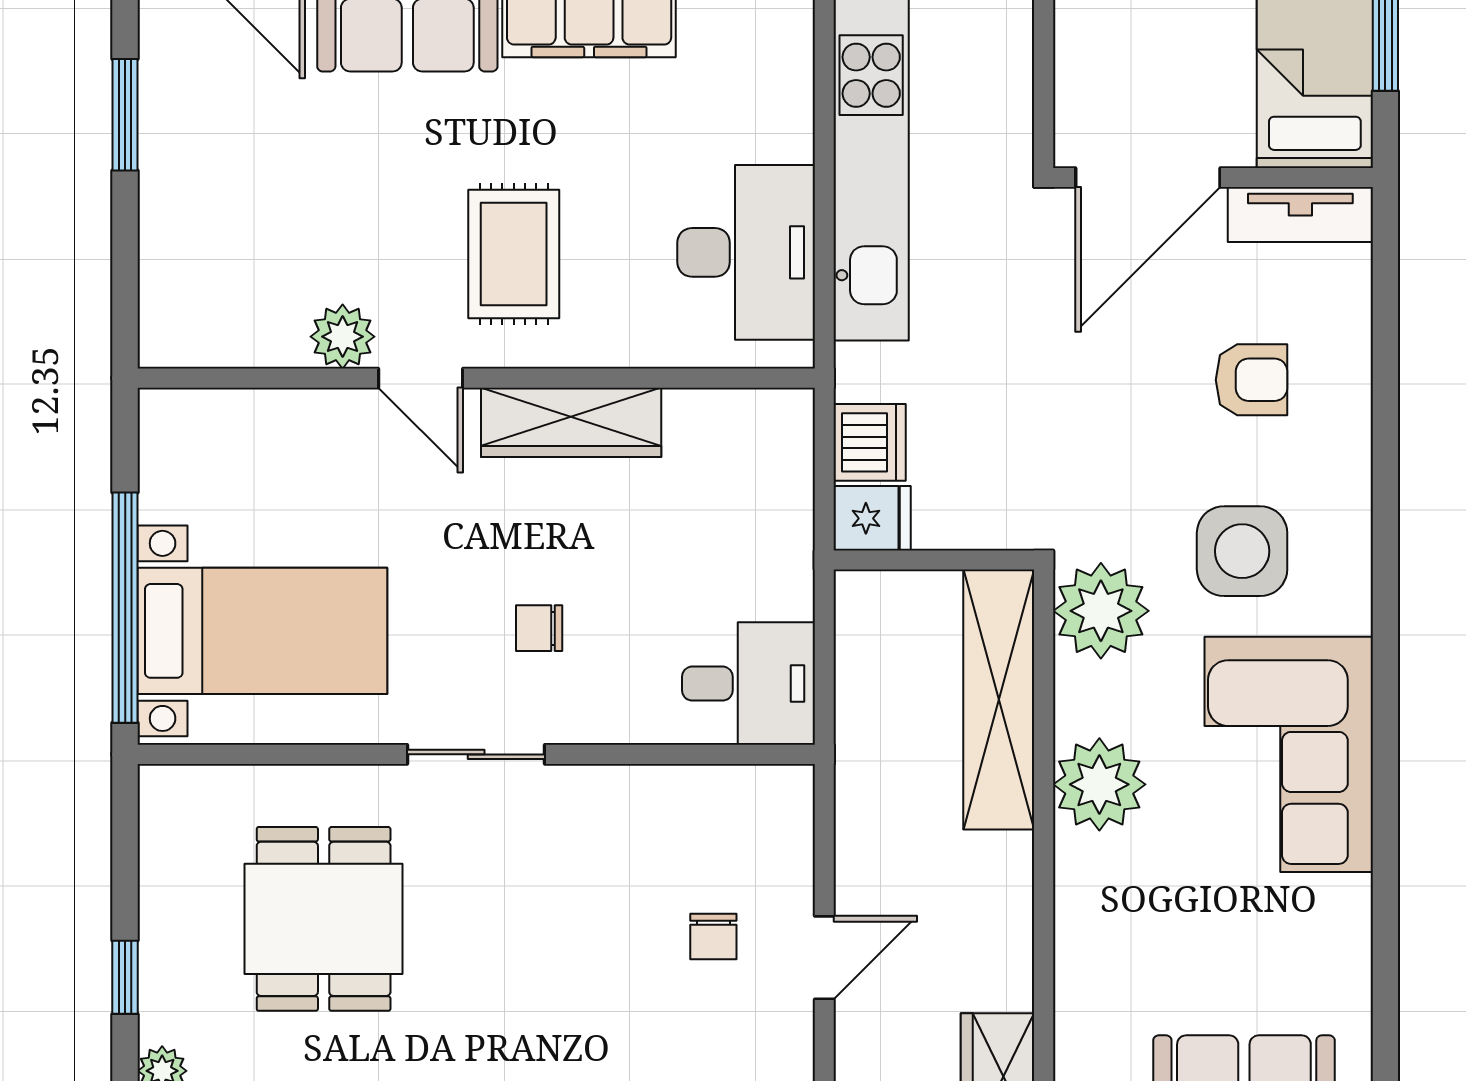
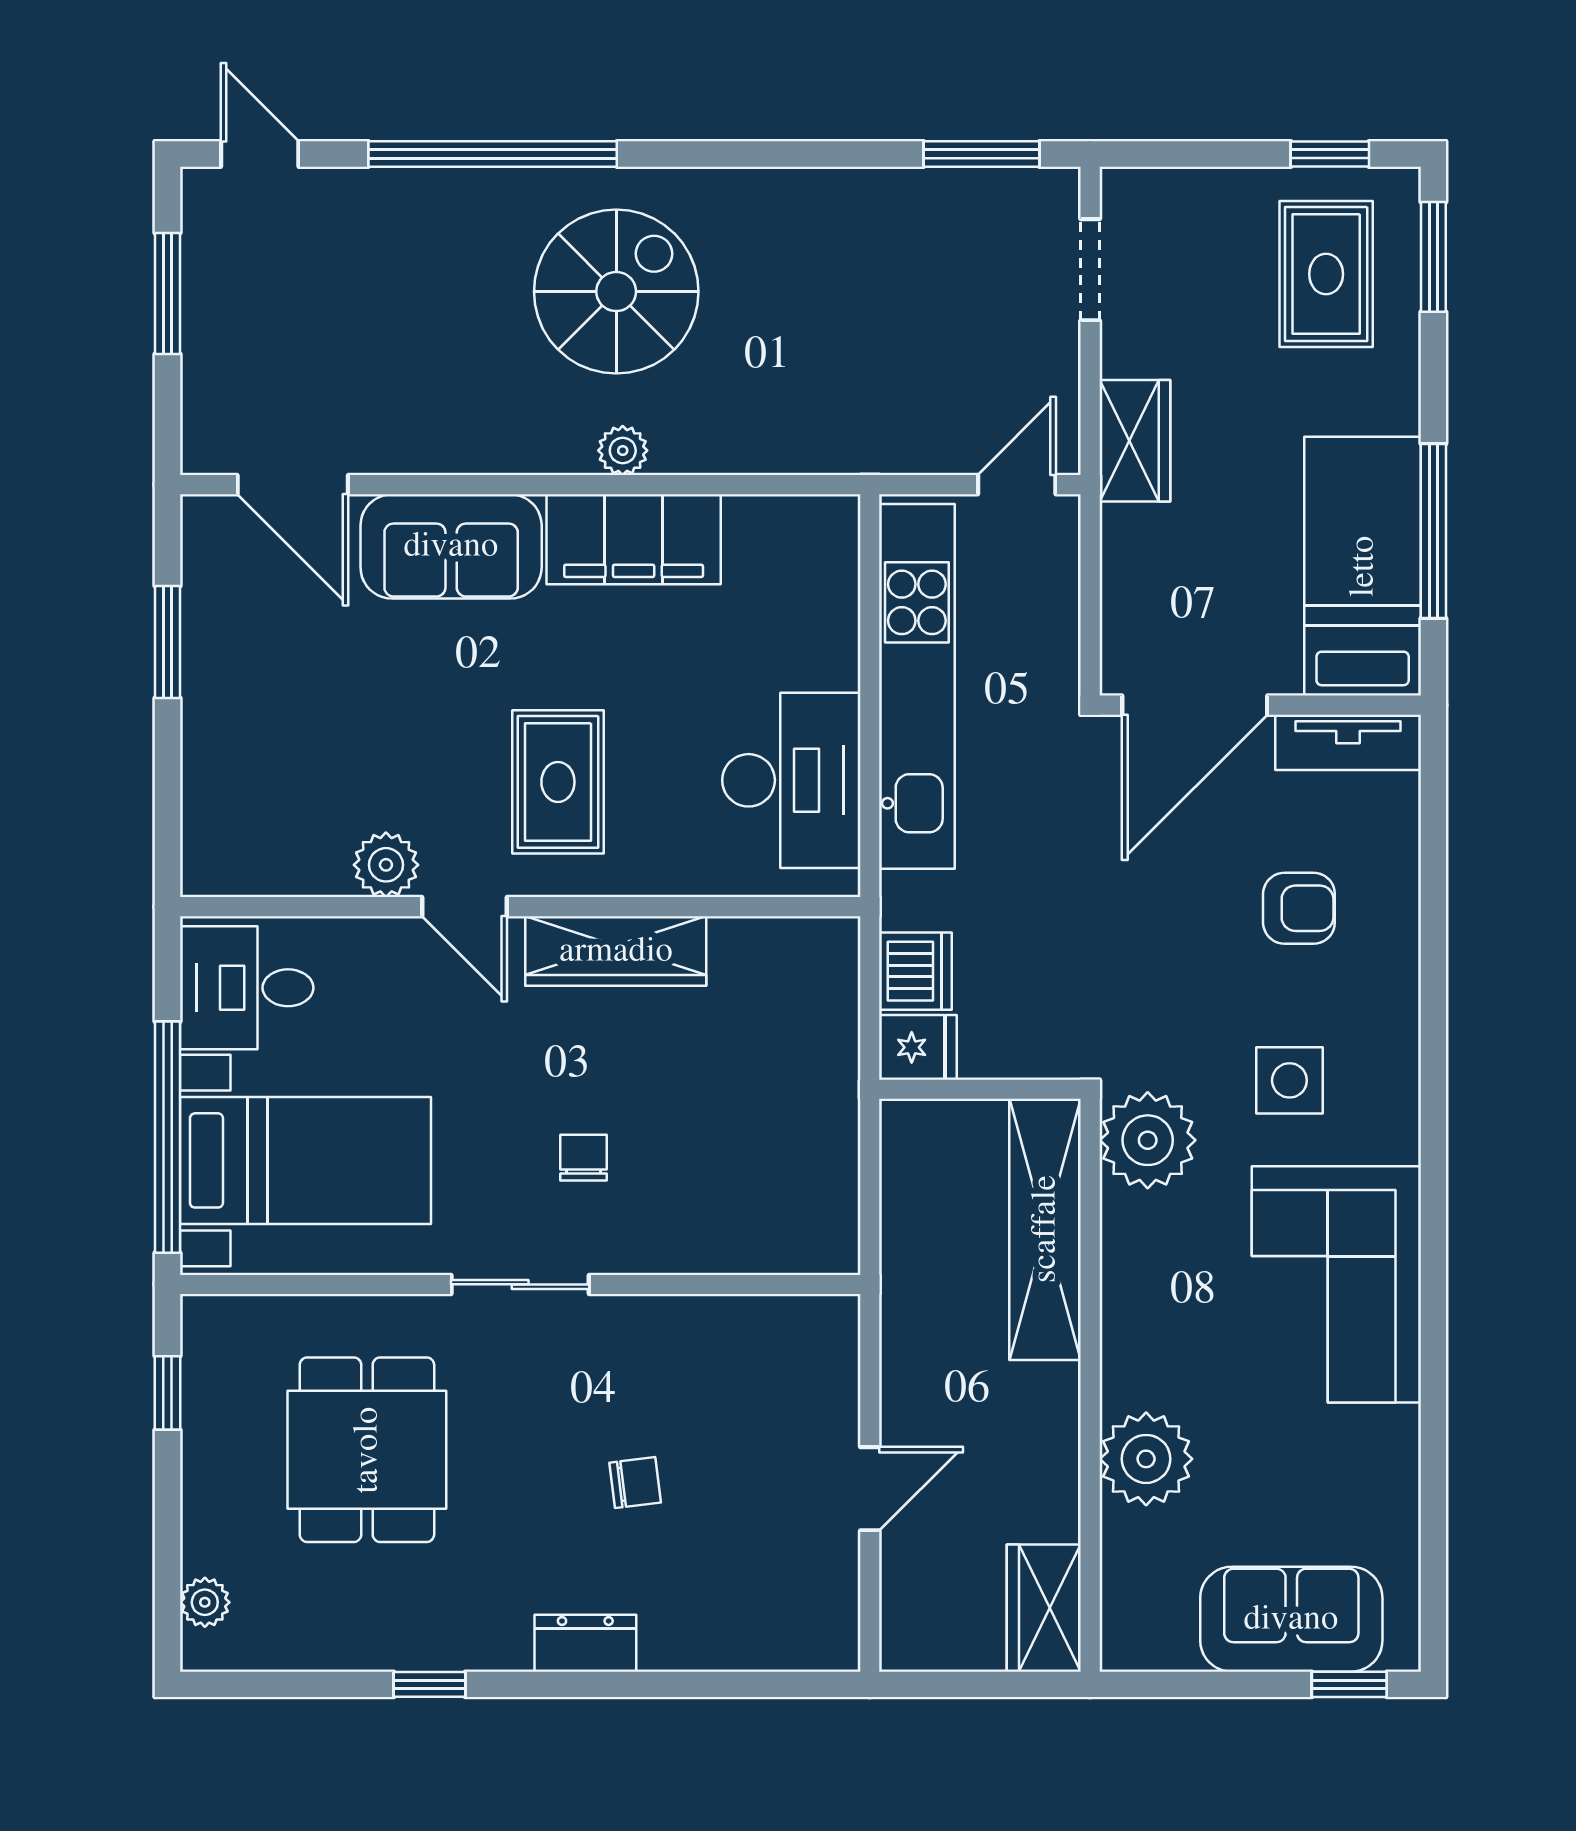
side table: (1242, 551) -> (1289, 1080), width x0.73, depth x0.73
chair: (539, 628) -> (584, 1158), turned 90
desk: (748, 684) -> (247, 988), moved, turned 180
plant: (1099, 784) -> (1146, 1459), moved
chair: (713, 936) -> (635, 1483), moved, turned -97
window: (125, 977) -> (168, 1393), moved

